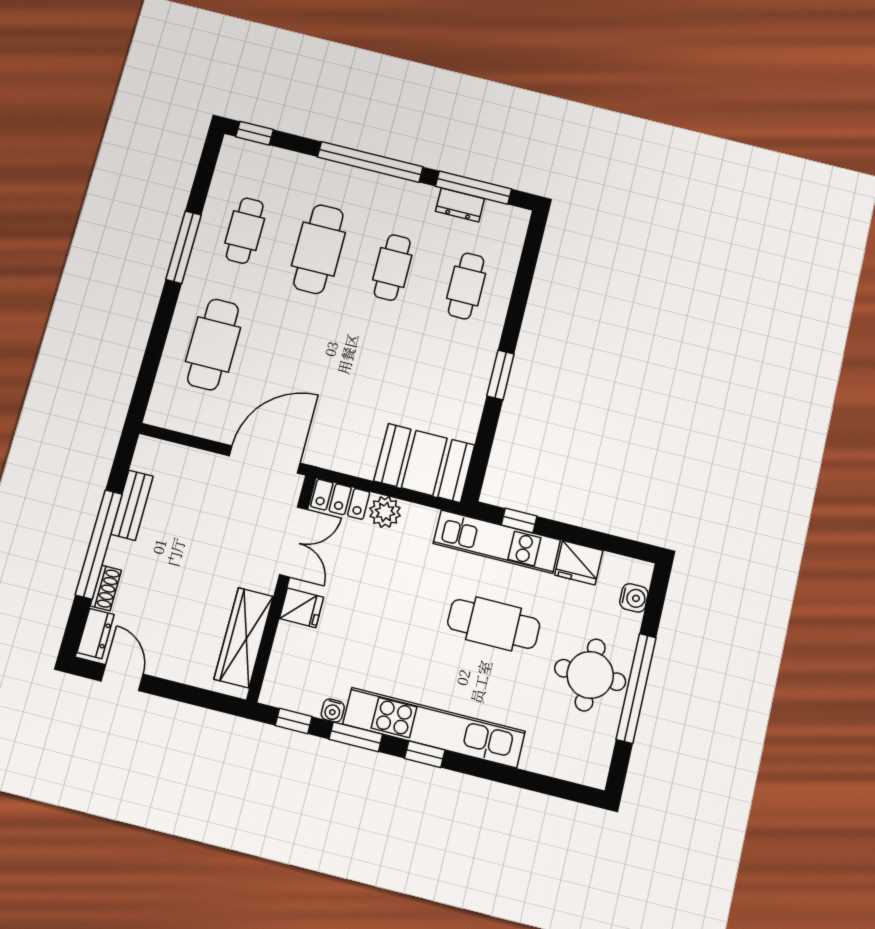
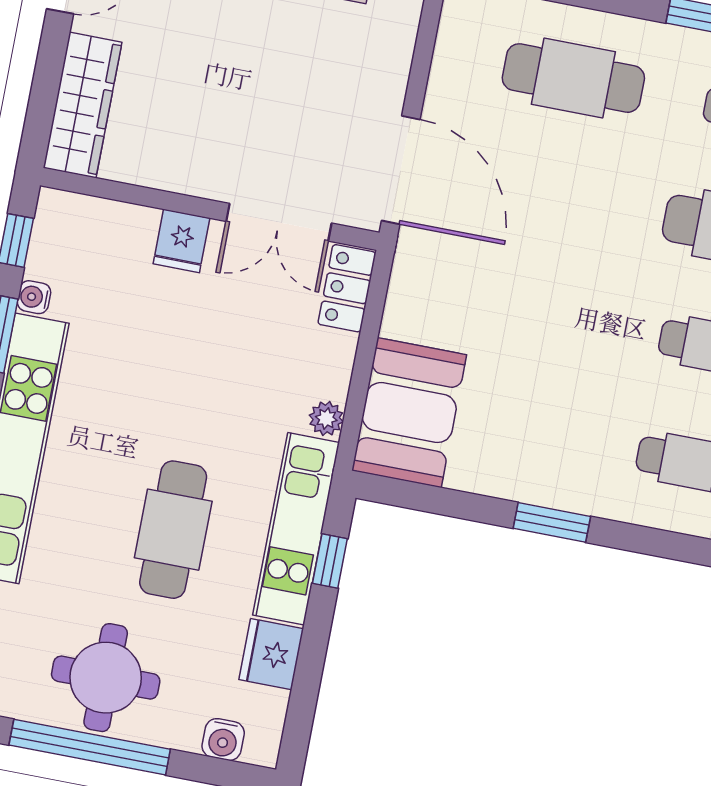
plant: (385, 512) -> (326, 418), moved, width x0.73, depth x0.73
wardrobe: (244, 638) -> (83, 105), moved, turned 90

